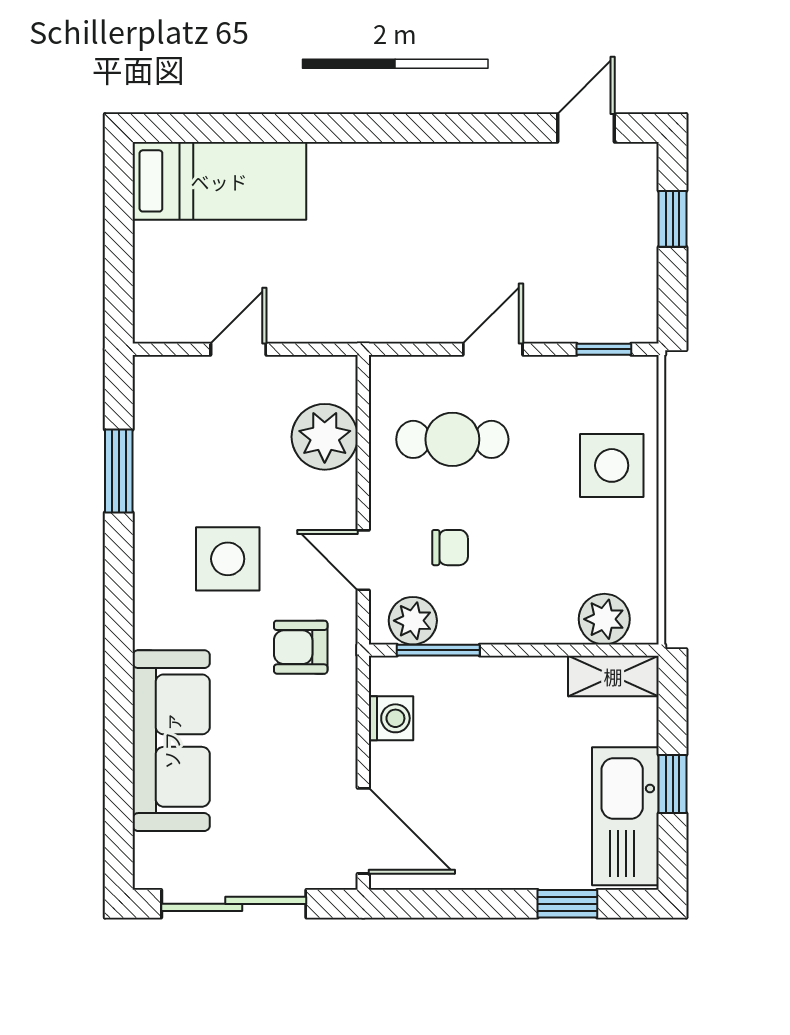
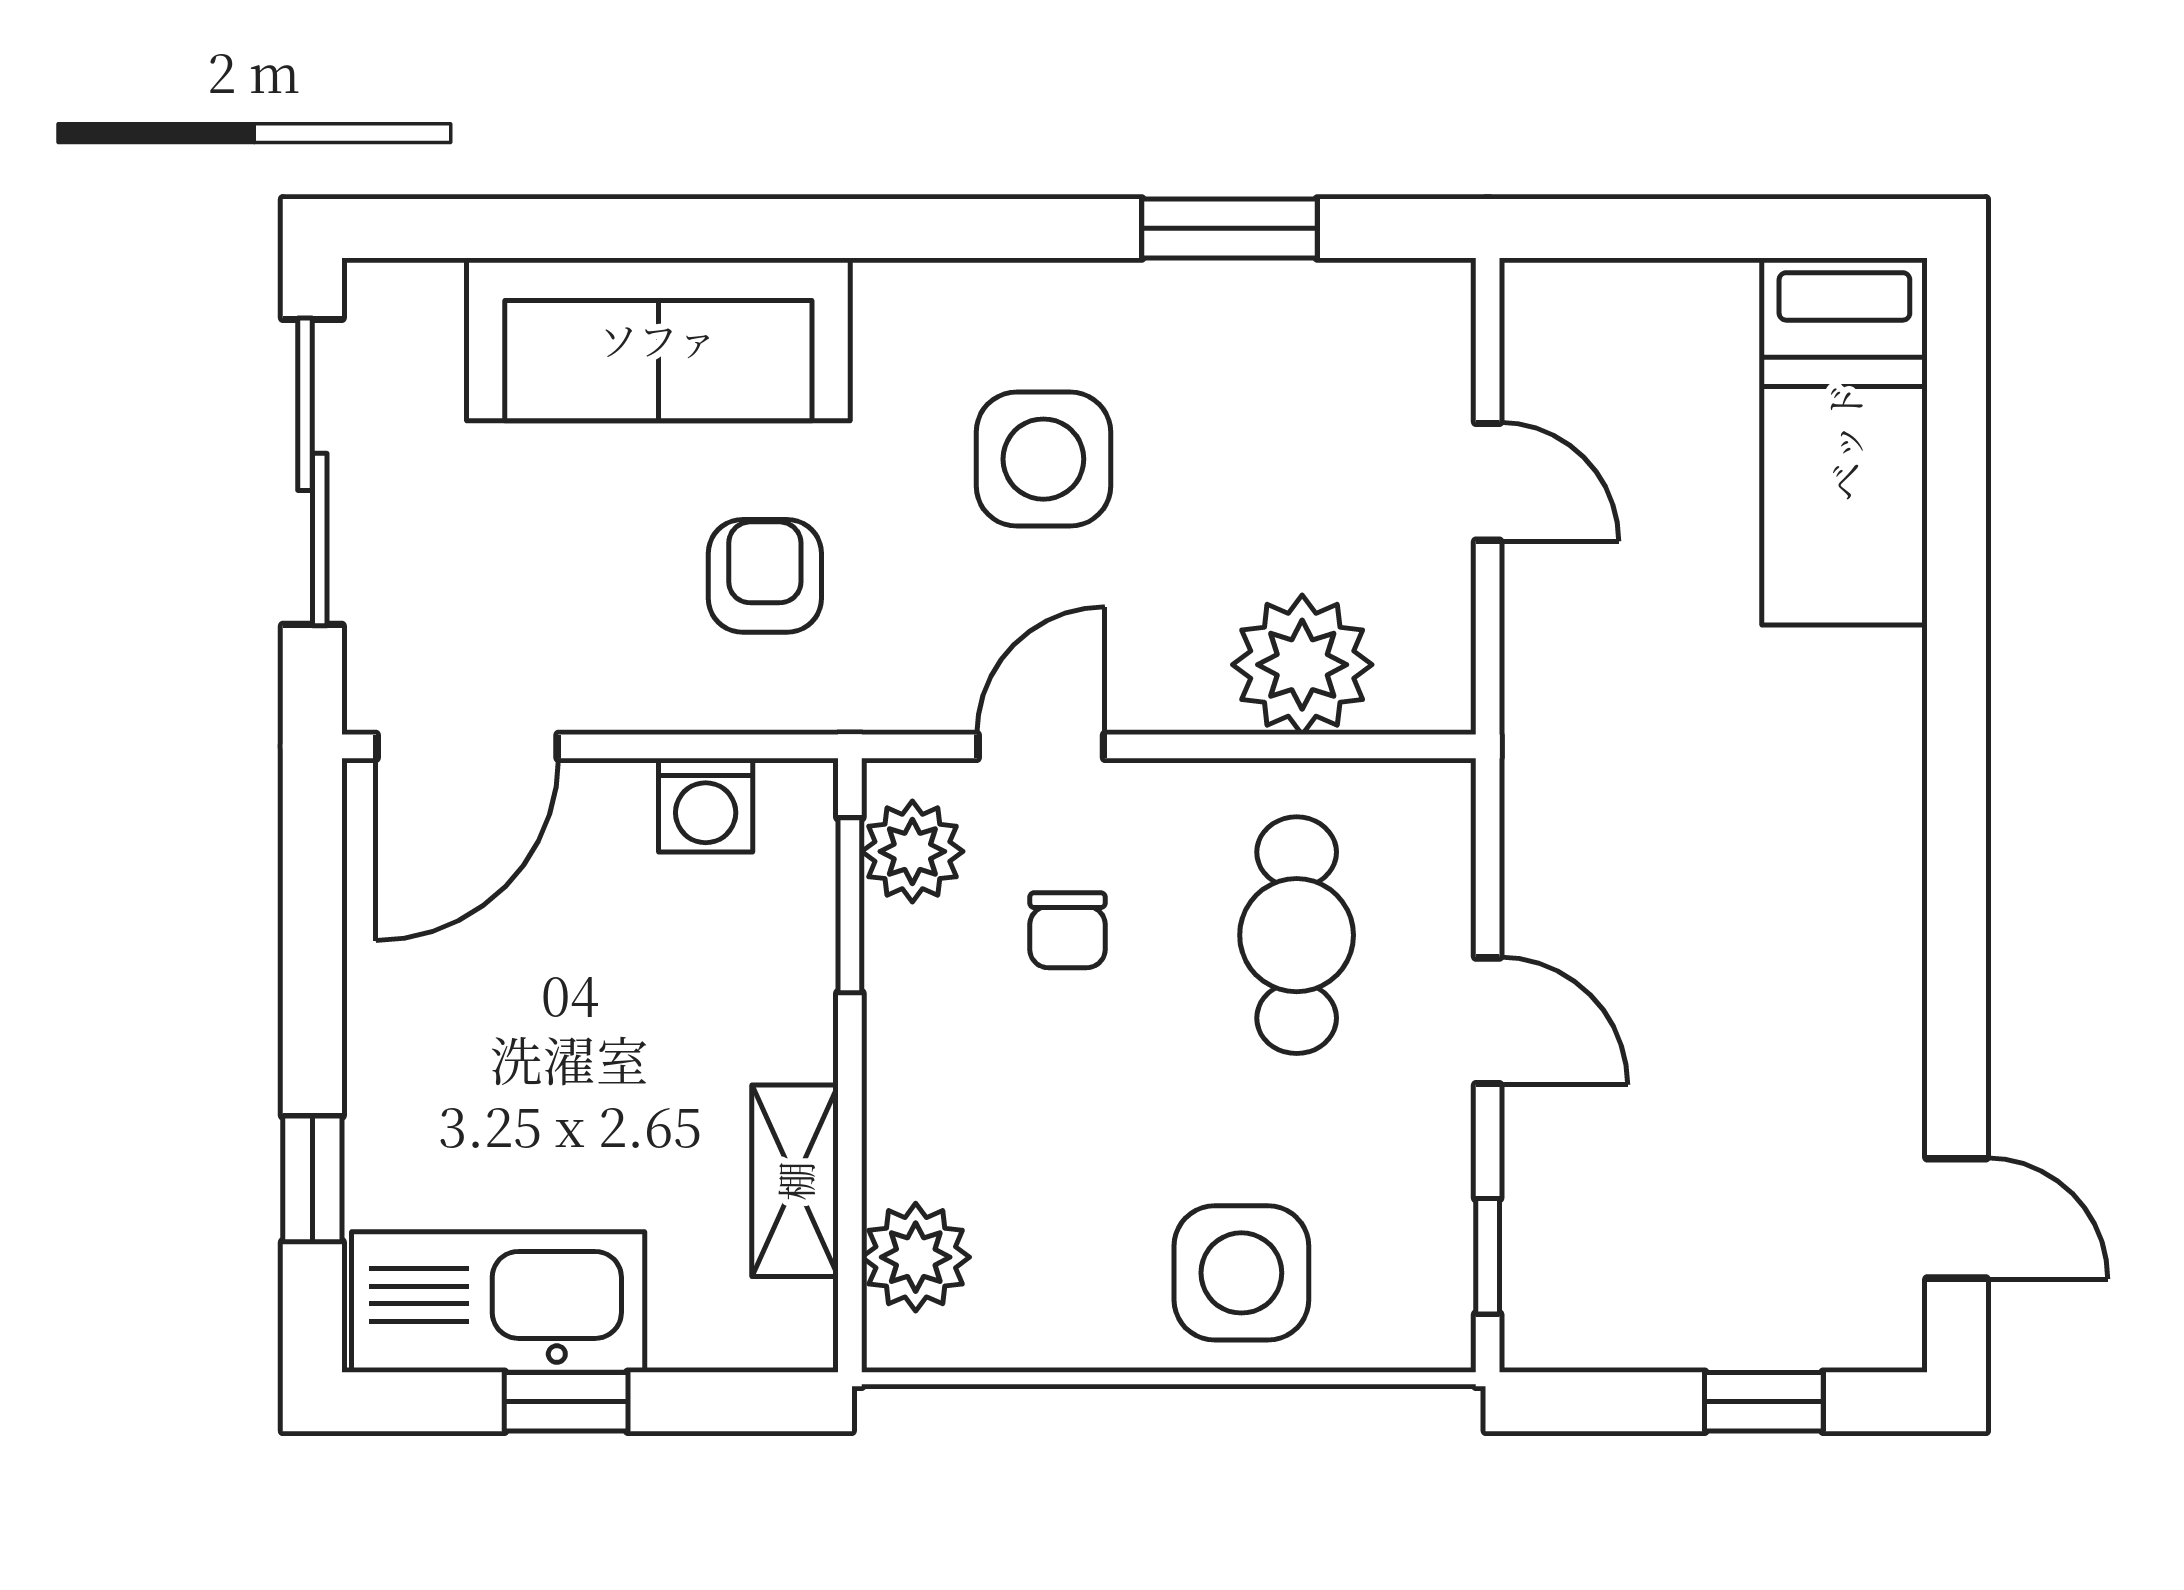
armchair: (301, 647) -> (765, 576), moved
shelving: (613, 676) -> (795, 1181), moved

